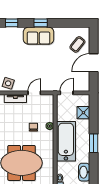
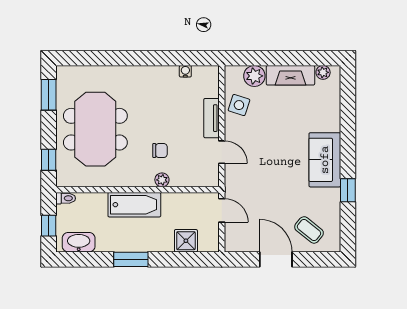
window: (12, 23) -> (348, 111), removed
window: (41, 23) -> (348, 190), moved
bathtub: (66, 141) -> (134, 205), width x0.73, depth x0.73

